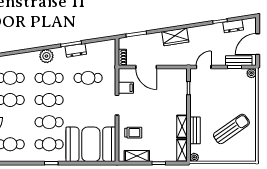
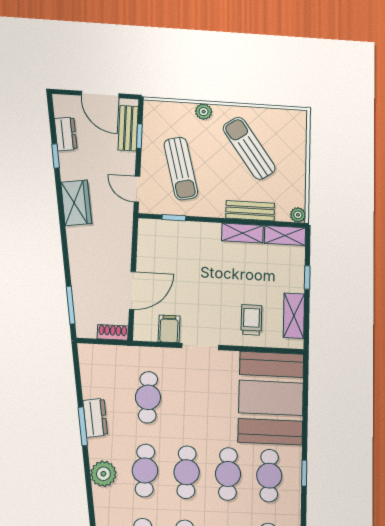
wardrobe: (175, 37) -> (76, 203), moved
plant: (251, 73) -> (204, 112), moved
sun lounger: (217, 91) -> (181, 168), added

